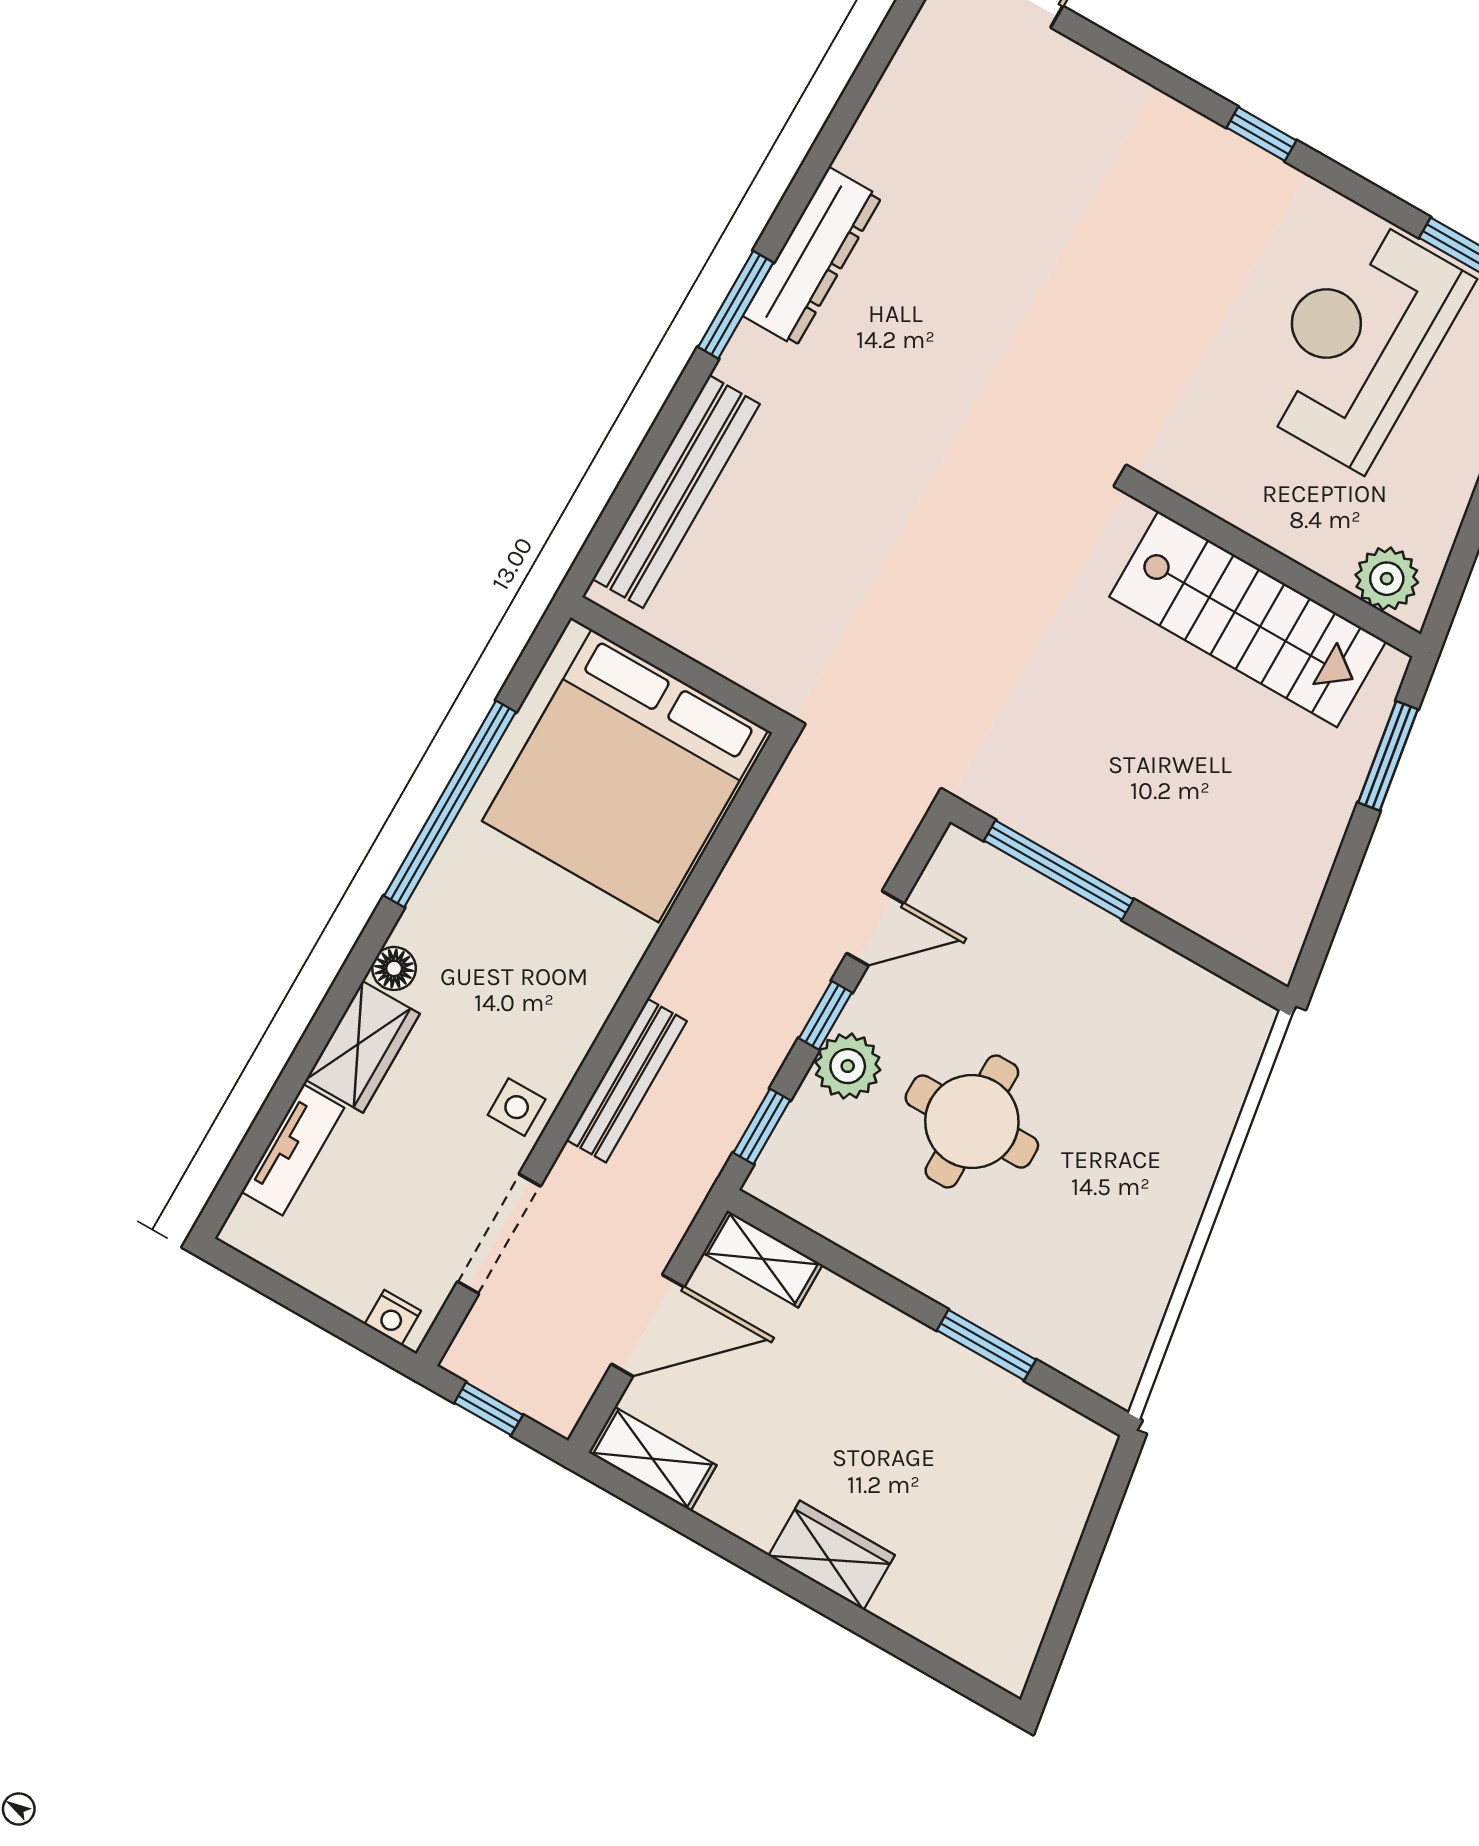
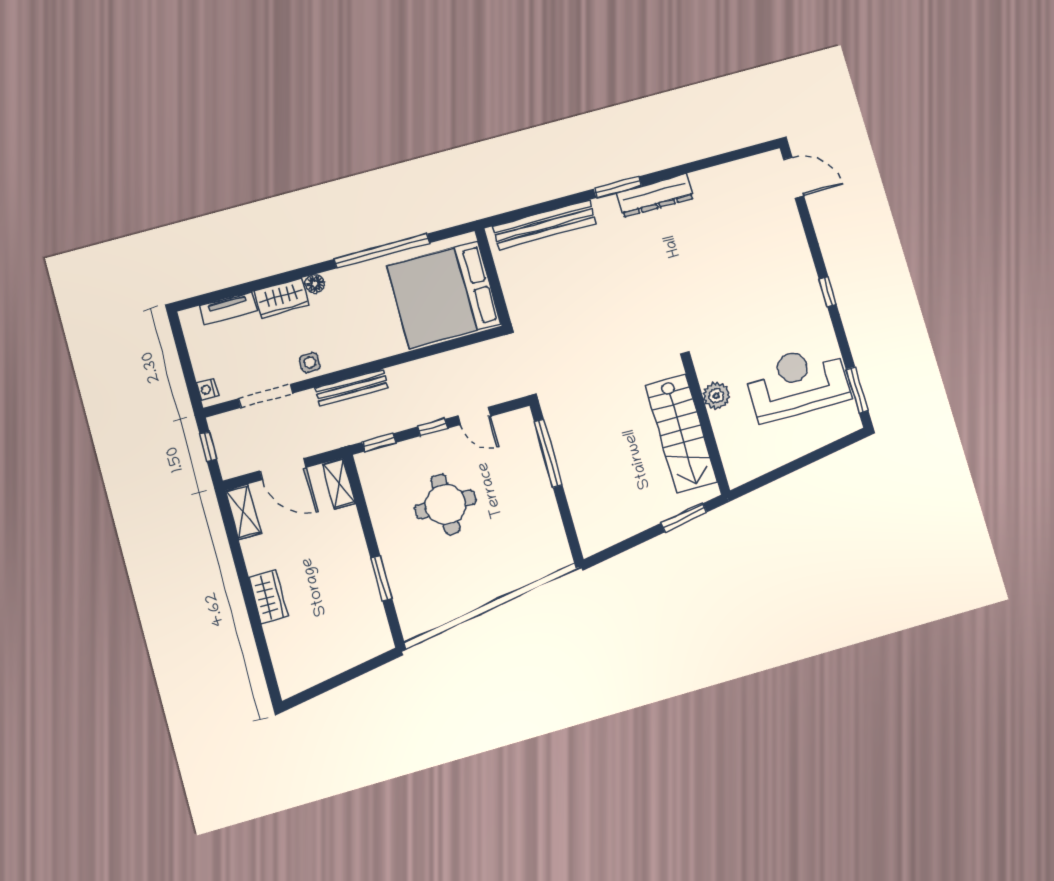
plant: (1387, 579) -> (716, 396), moved
plant: (848, 1066) -> (424, 450), removed

